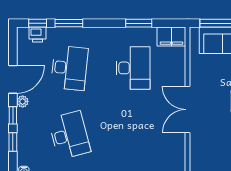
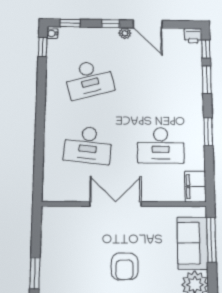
window: (139, 23) -> (208, 132), moved
printer: (37, 35) -> (193, 36), moved, turned -90
desk: (69, 68) -> (88, 145), moved
window: (13, 142) -> (70, 23), moved

